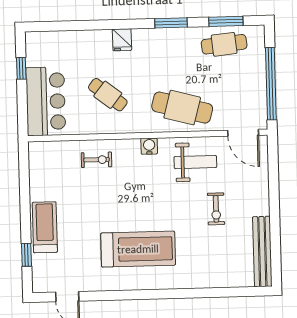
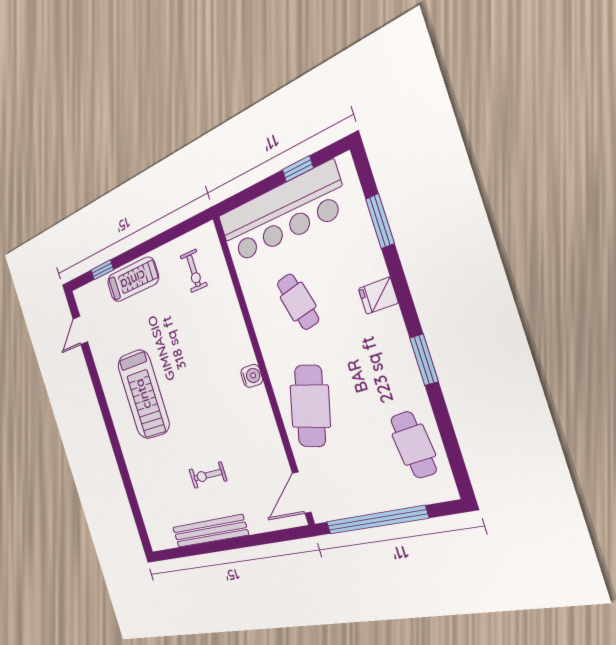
window: (226, 21) -> (380, 221), moved
cafe table: (108, 95) -> (298, 302), turned -52
bar counter: (46, 101) -> (281, 214), width x1.36
exercise bike: (97, 160) -> (194, 271), moved
weight bench: (195, 162) -> (250, 439), removed
bench: (262, 251) -> (210, 531), moved

